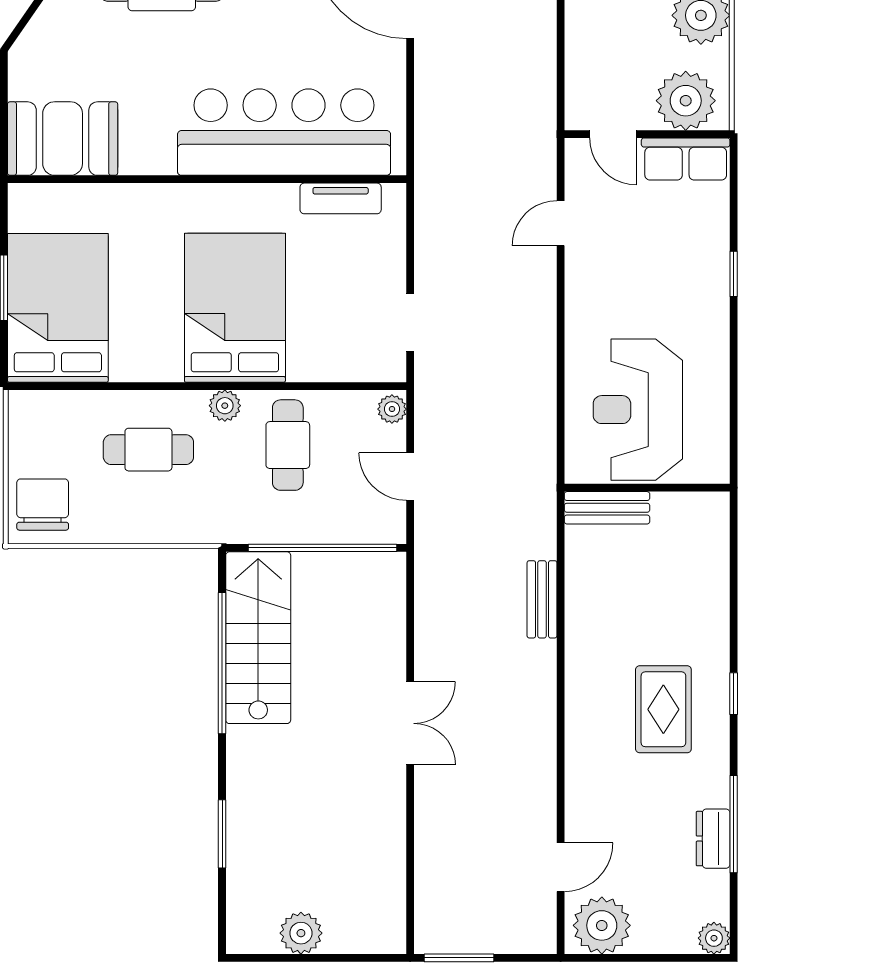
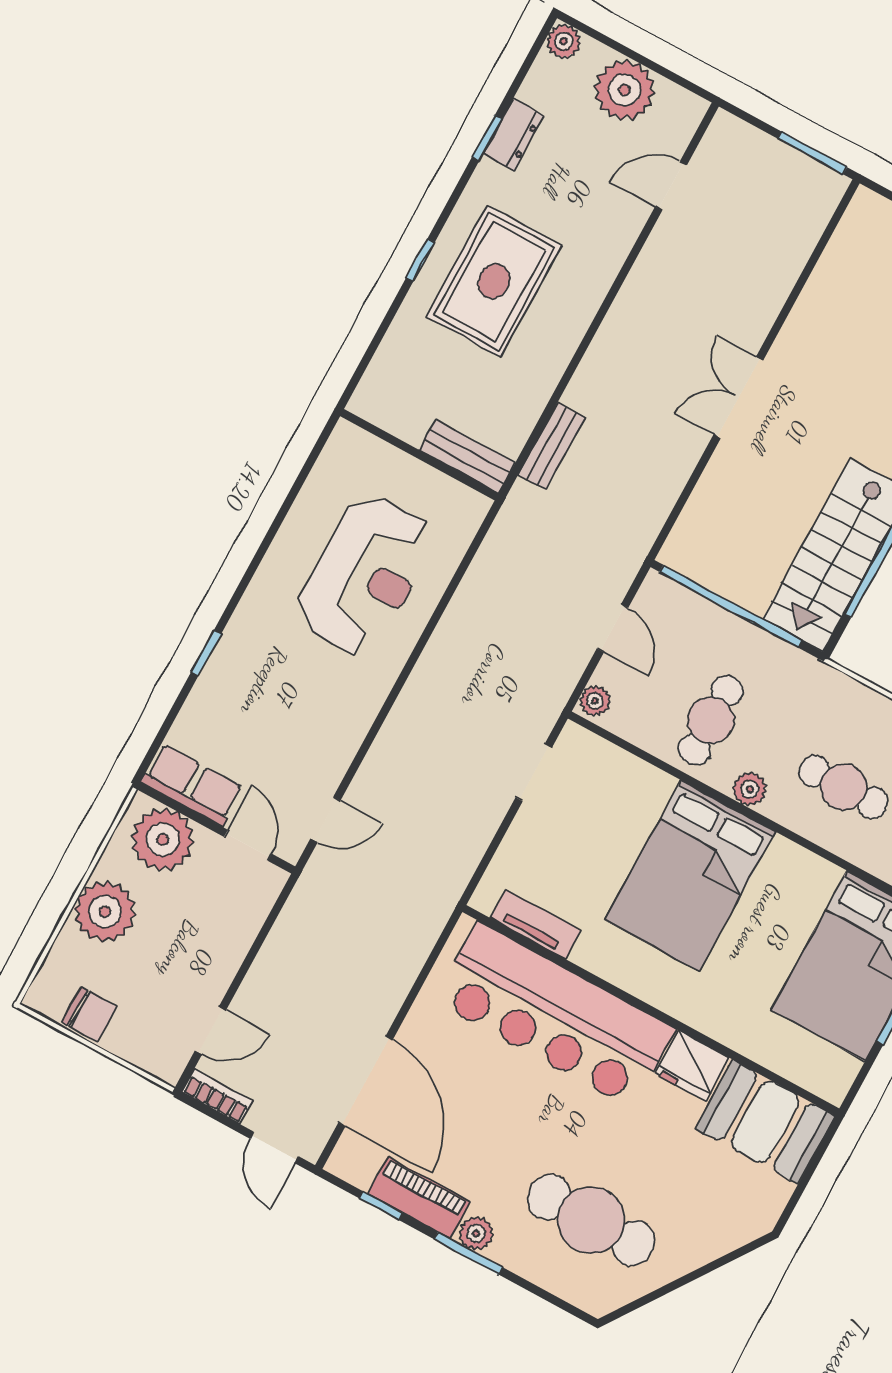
fridge: (148, 152) -> (693, 1066), added
door: (561, 223) -> (325, 820), moved
wall: (647, 488) -> (419, 455), moved
bench: (607, 508) -> (467, 456), moved
rug: (663, 709) -> (494, 281), width x1.36, depth x1.43
window: (734, 824) -> (487, 138), width x0.46
plant: (602, 925) -> (625, 90), moved

